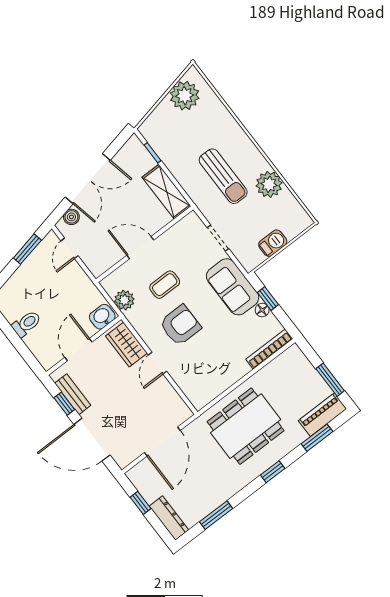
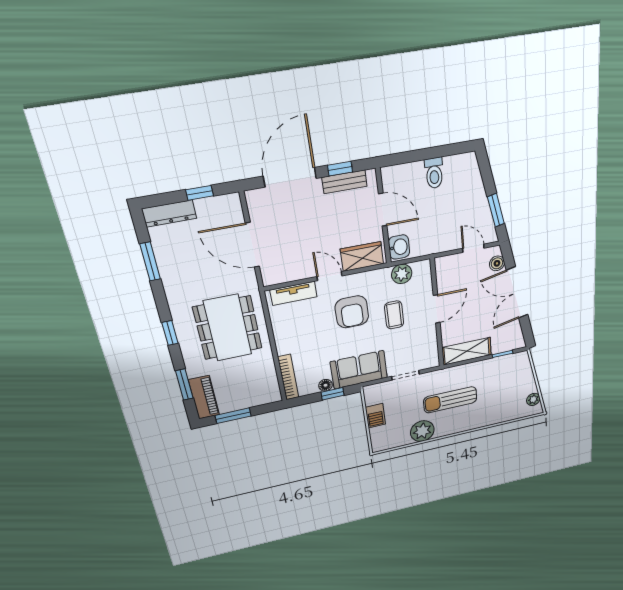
plant: (185, 96) -> (533, 399), width x0.53, depth x0.53
tv unit: (188, 386) -> (294, 293), added

